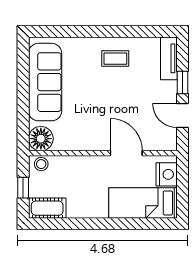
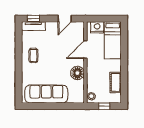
window: (182, 82) -> (34, 19), moved
floor lamp: (41, 139) -> (77, 73), moved
cot: (47, 208) -> (116, 82), moved

